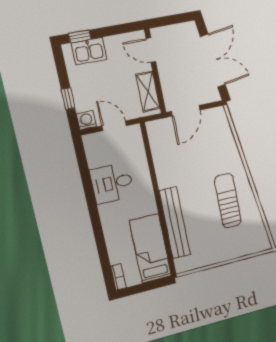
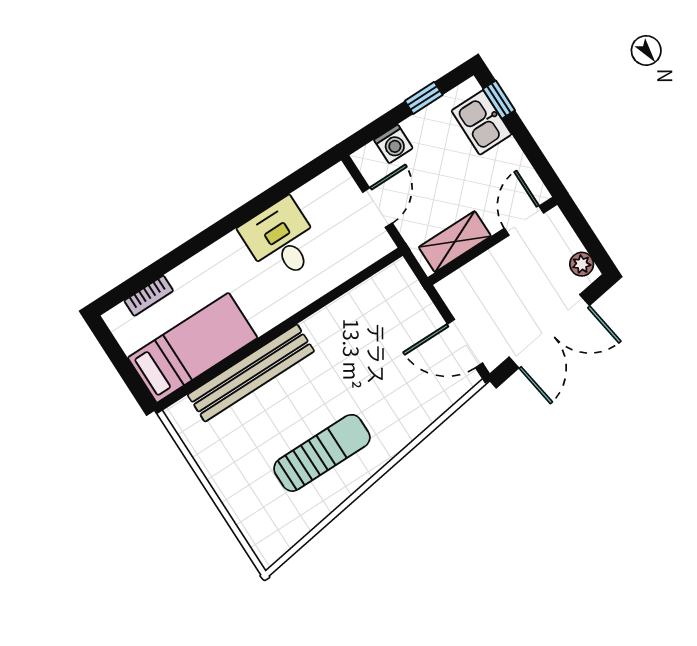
plant: (185, 29) -> (582, 264), added
window: (68, 99) -> (424, 98), moved
door: (186, 111) -> (465, 344), moved
washing machine: (86, 120) -> (393, 144), moved, turned 90
bookcase: (118, 277) -> (149, 296), moved

